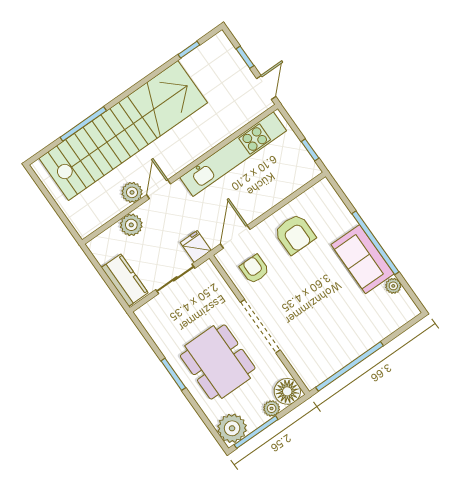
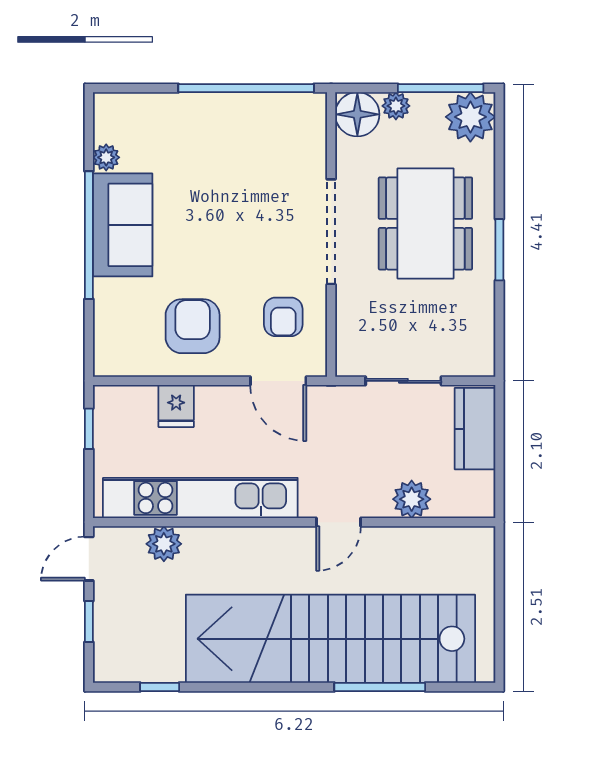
plant: (132, 192) -> (164, 544), moved
door: (235, 237) -> (278, 381), hinge flipped
fridge: (196, 247) -> (176, 406), moved

